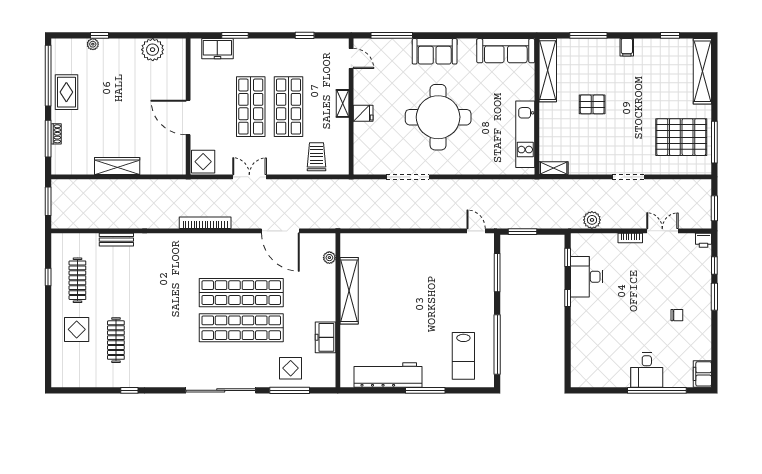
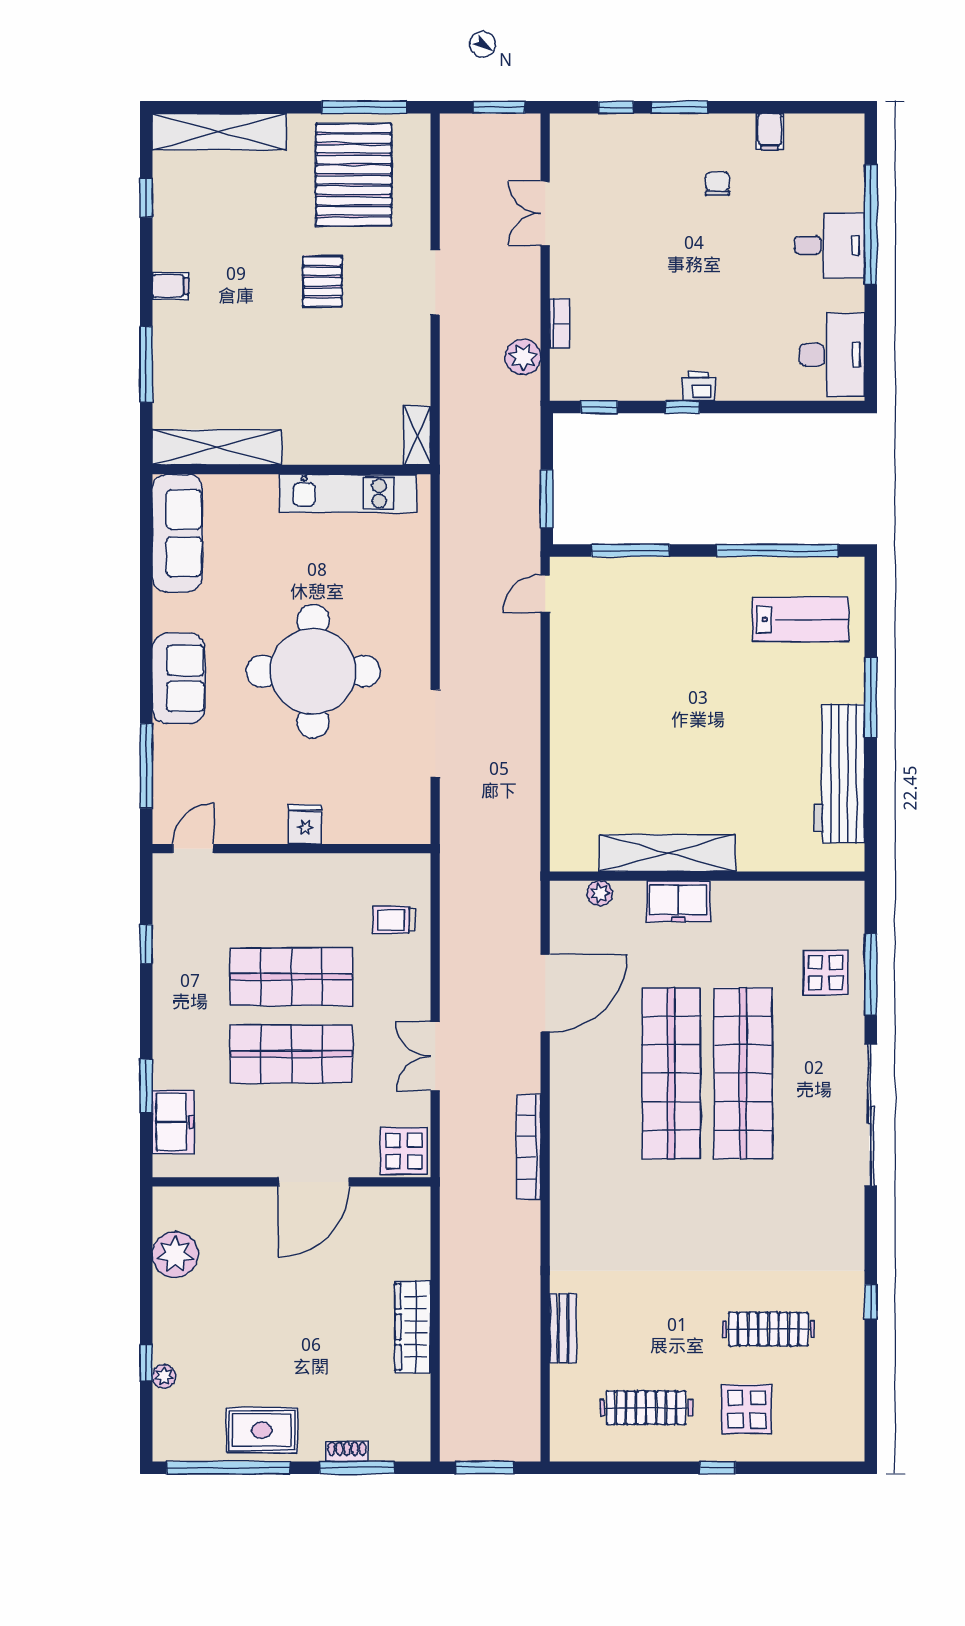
shelving: (343, 103) -> (285, 866), removed
pallet: (592, 104) -> (322, 282), moved
trolley: (316, 157) -> (394, 920), width x0.73, depth x0.72
bookcase: (630, 238) -> (560, 323), moved
printer: (703, 240) -> (699, 386), moved, turned -90
window: (48, 277) -> (717, 1468), moved
desk: (587, 277) -> (832, 355), moved, turned -90
freezer: (325, 337) -> (678, 901), moved
filing cabinet: (702, 374) -> (770, 132), moved, width x0.50

